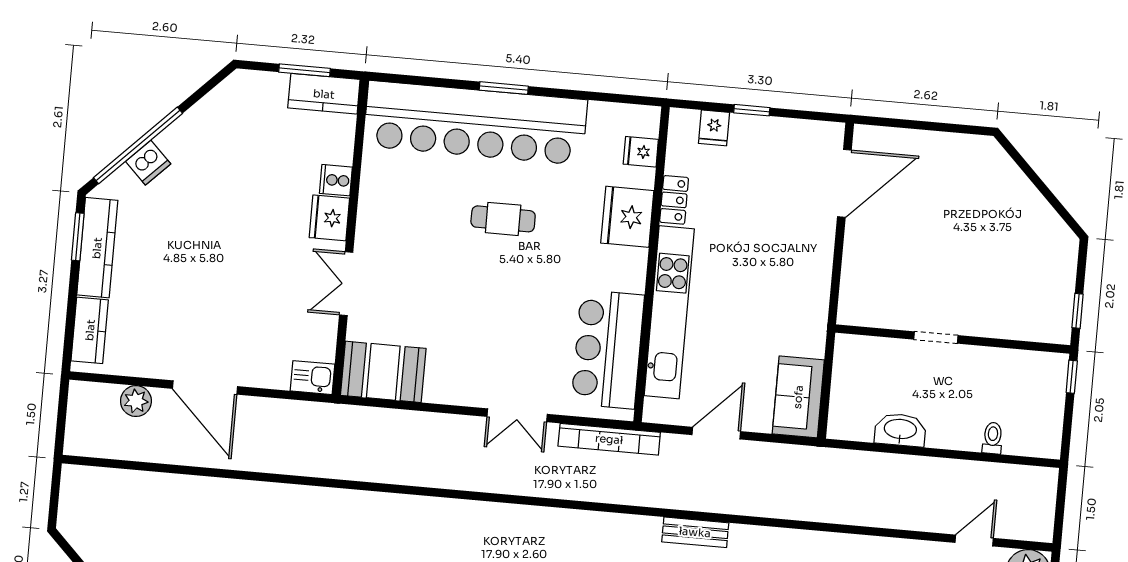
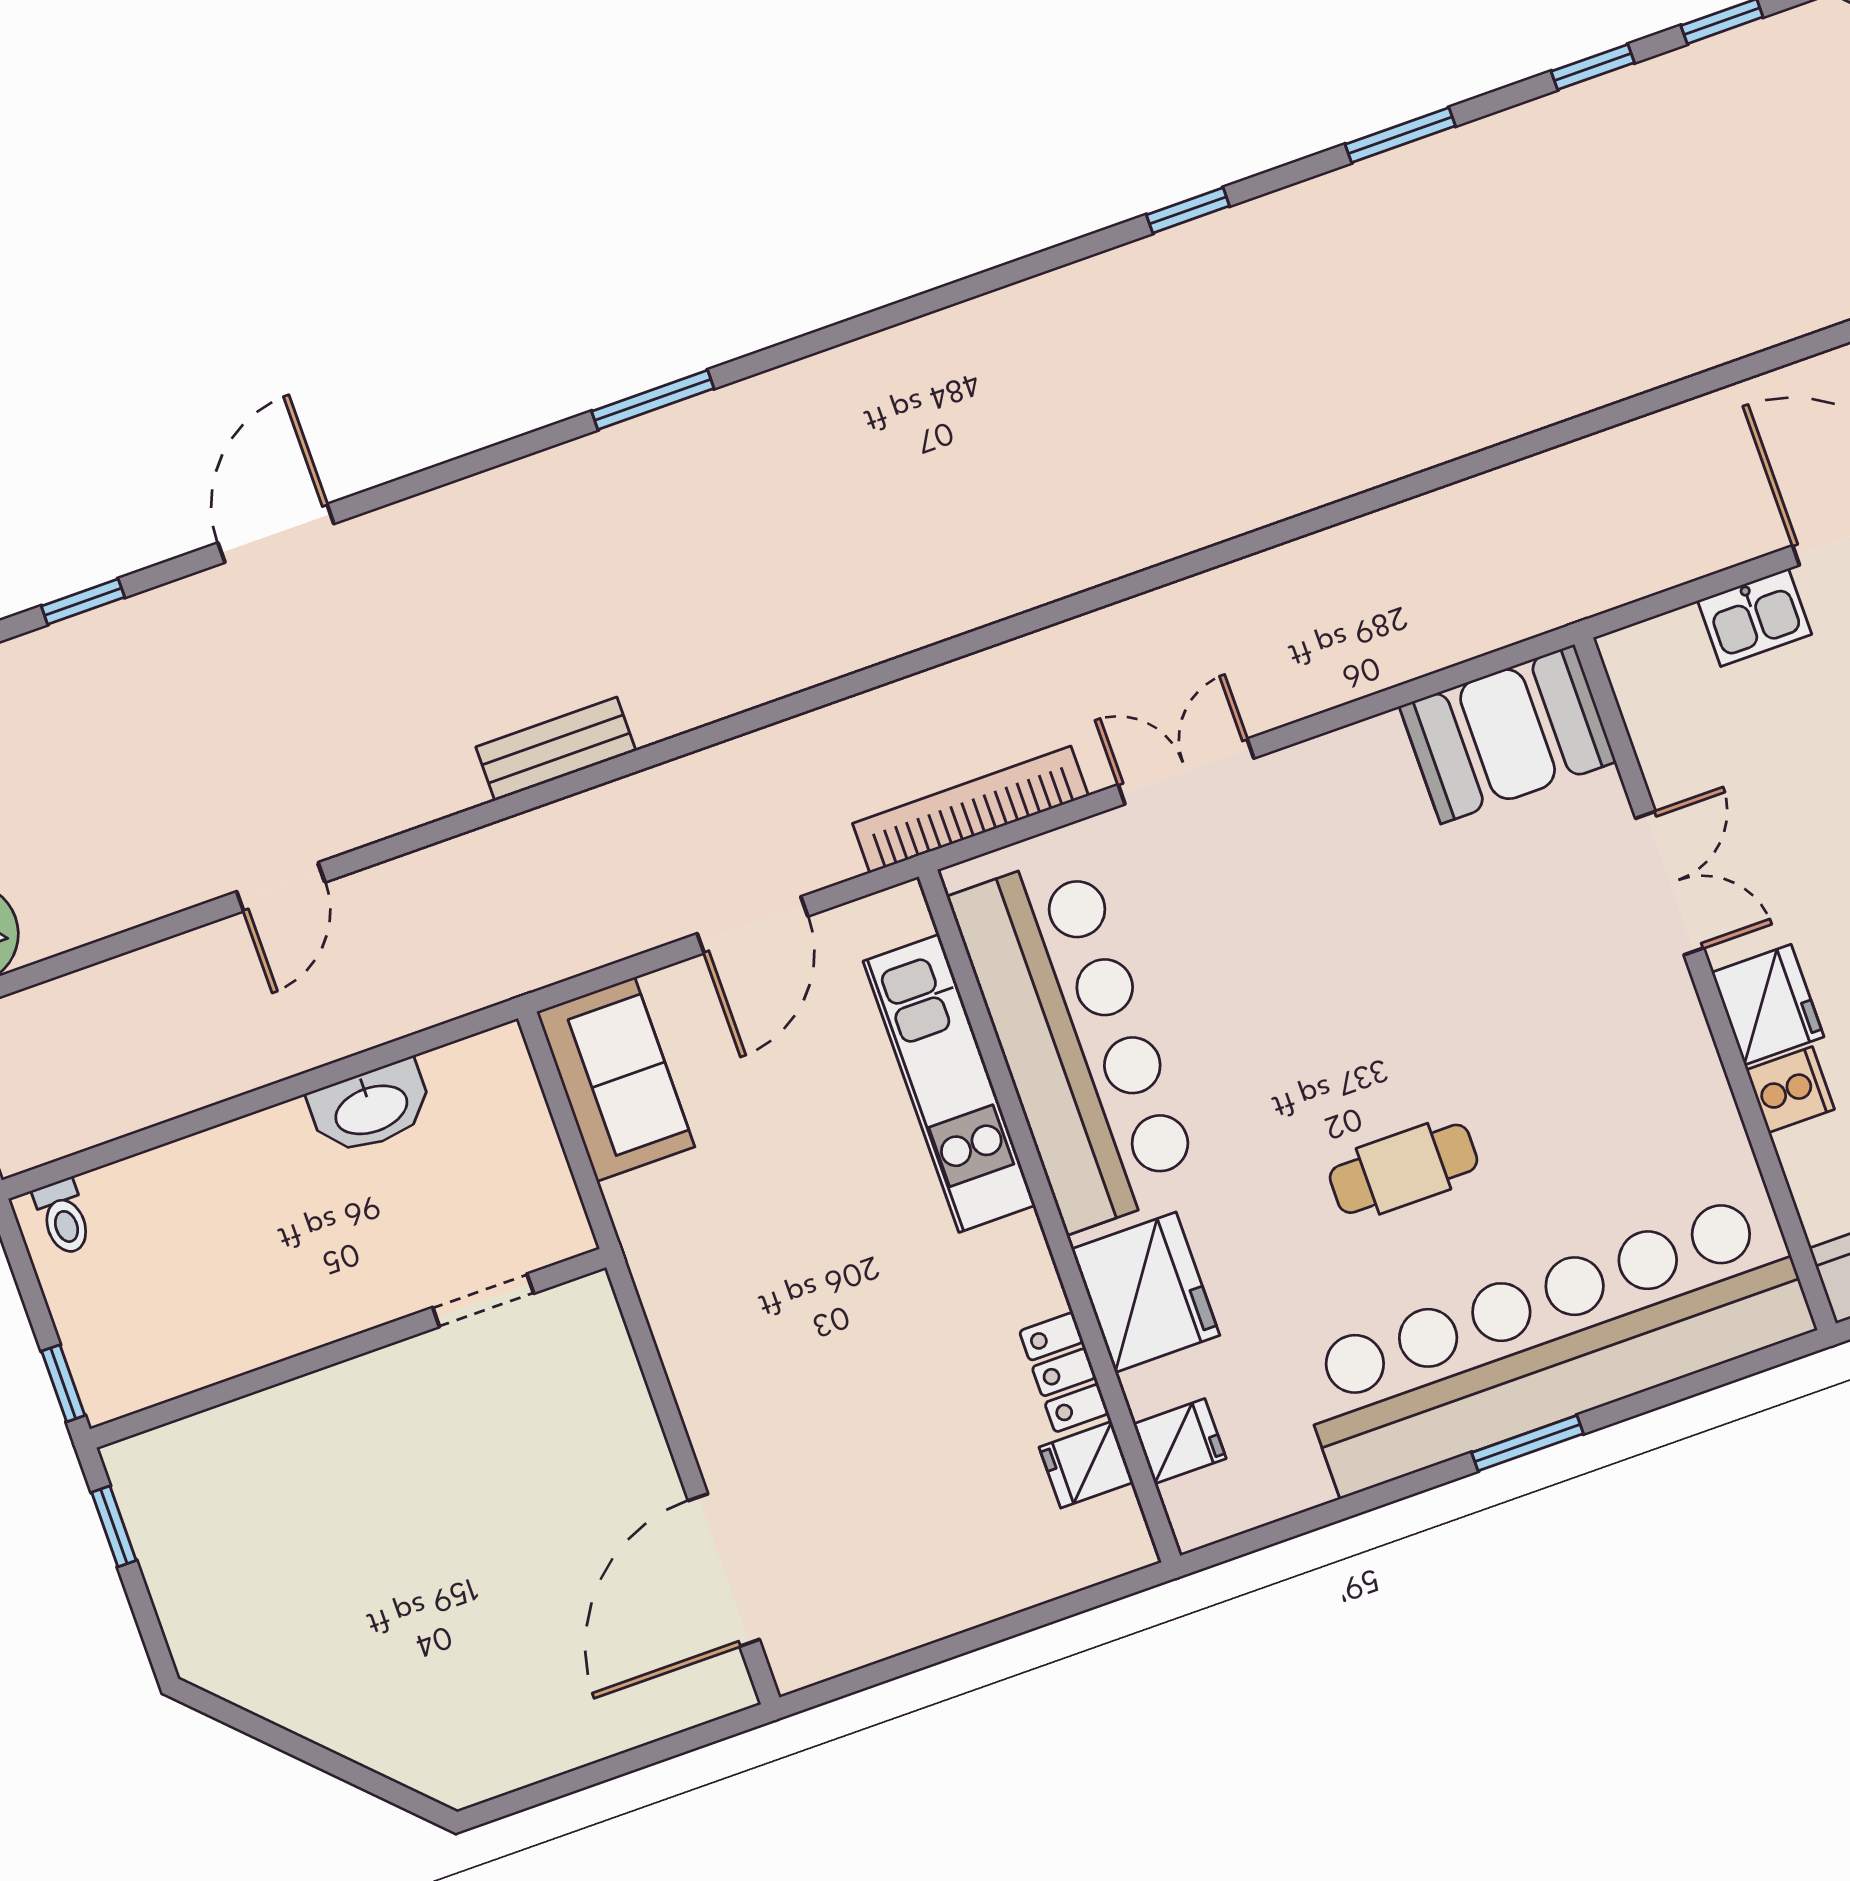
window: (752, 110) -> (987, 1634), removed
fridge: (714, 128) -> (1086, 1465), moved, turned -90
kitchen unit: (669, 312) -> (949, 1083), width x0.73
doorway: (936, 337) -> (483, 1300), moved
bar counter: (608, 349) -> (1076, 1041), width x1.36
kitchen sink: (313, 378) -> (1755, 617), moved
toilet: (993, 438) -> (63, 1217), moved
bench: (695, 532) -> (556, 749), moved
door: (974, 540) -> (281, 887), moved

